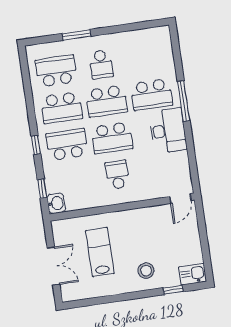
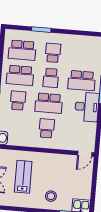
school desk: (101, 64) -> (53, 53), turned 180
school desk: (56, 71) -> (22, 50), turned 180
school desk: (107, 101) -> (51, 78), width x0.54
school desk: (67, 144) -> (18, 101), width x0.54

